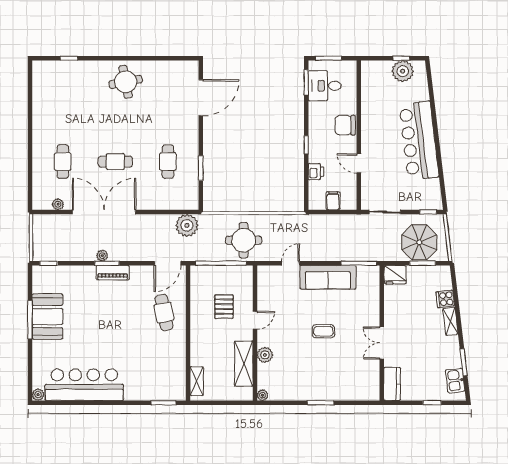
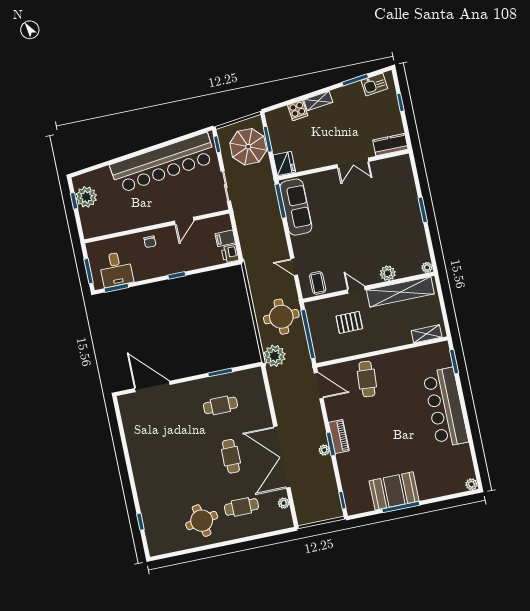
round table: (126, 82) -> (202, 521), moved
chair: (345, 125) -> (150, 242), width x0.54, depth x0.54
bar counter: (419, 141) -> (163, 163), width x1.36
printer: (316, 172) -> (230, 254), moved, turned -90
plant: (187, 225) -> (274, 356), moved
sofa: (328, 277) -> (296, 207), moved
cafe table: (164, 313) -> (367, 379), turned -75
coffee table: (323, 331) -> (318, 283), moved
shelving: (244, 364) -> (400, 292), width x1.47
bar counter: (84, 385) -> (446, 407), moved

